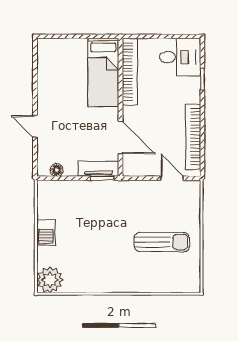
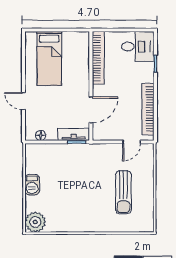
bed: (103, 73) -> (49, 59), moved
door: (120, 138) -> (91, 110), hinge flipped
door: (172, 178) -> (132, 142), swing flipped
sun lounger: (162, 242) -> (123, 192), turned 90

